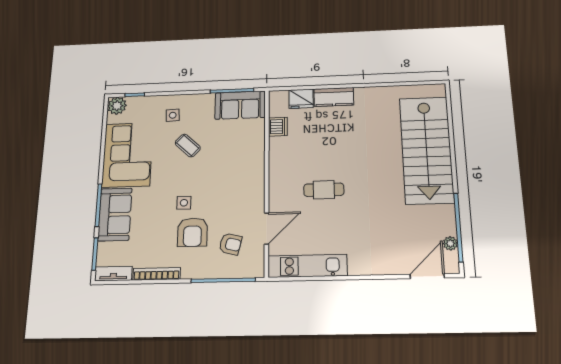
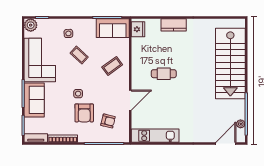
fridge: (301, 99) -> (138, 29), moved, turned -90
dishwasher: (278, 127) -> (137, 44), removed
coffee table: (238, 160) -> (112, 66), added
cafe table: (324, 190) -> (164, 74), moved
door: (266, 228) -> (130, 100), moved

